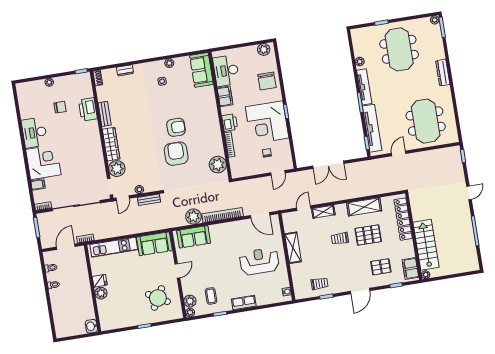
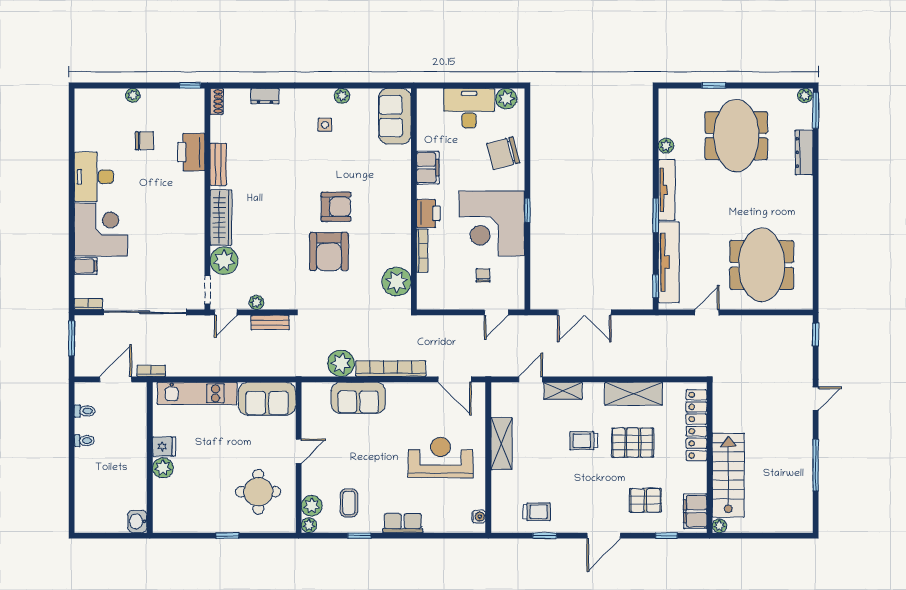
desk: (226, 71) -> (469, 108), moved, turned 90
dresser: (443, 73) -> (804, 152), moved
chair: (267, 81) -> (503, 153), turned 75
armchair: (176, 154) -> (329, 252), turned 180
sofa: (194, 237) -> (358, 398), moved
round table: (158, 298) -> (258, 492), turned -30

